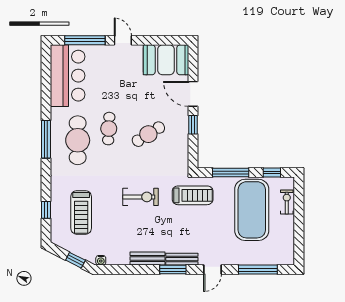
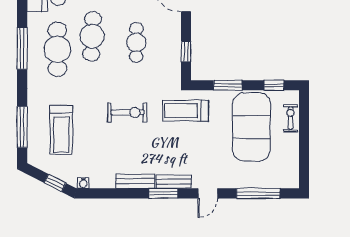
window: (193, 125) -> (186, 51), moved
cafe table: (109, 129) -> (92, 36), width x1.37, depth x1.35
cafe table: (148, 134) -> (136, 42), turned -58
window: (231, 173) -> (228, 85), width x0.69
treadmill: (193, 195) -> (185, 111), turned 180
window: (46, 210) -> (22, 127), width x2.17

